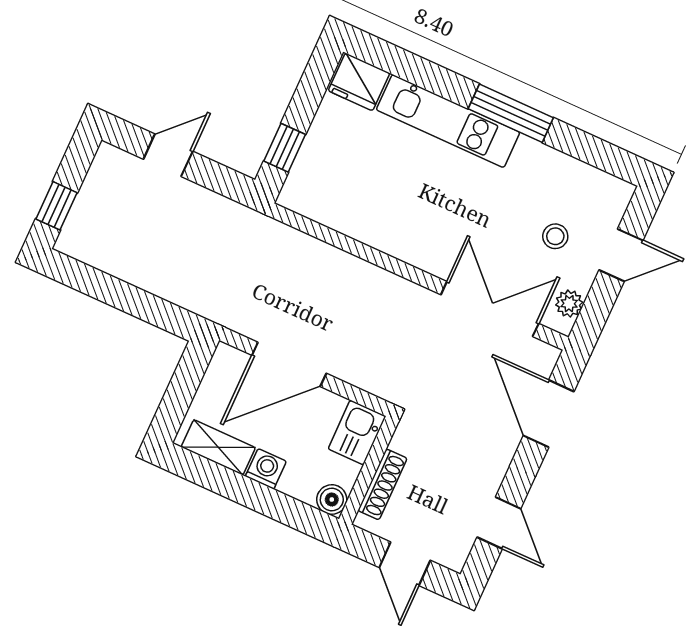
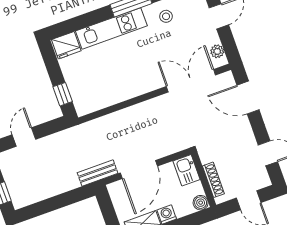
stool: (555, 236) -> (166, 16), moved
bench: (224, 311) -> (98, 173), added

